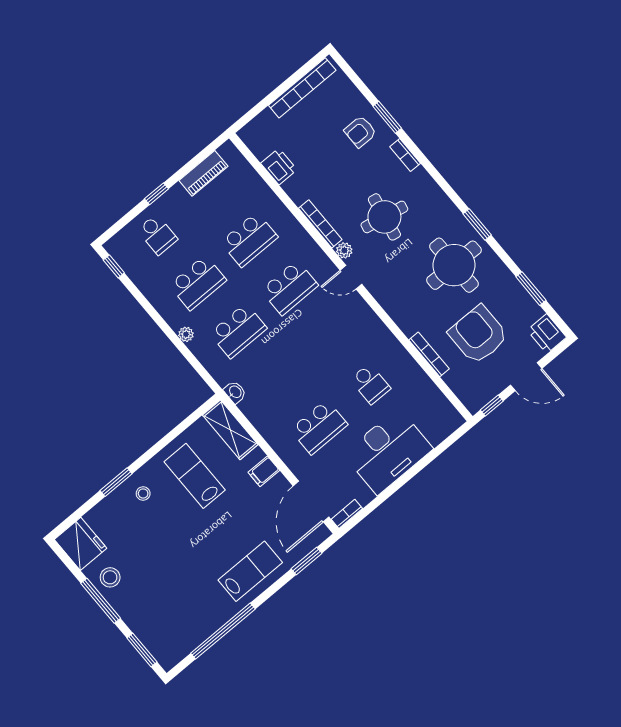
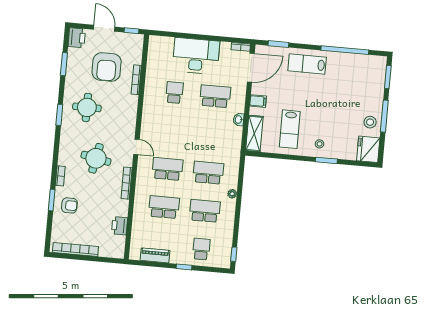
plant: (344, 250) -> (128, 161), removed
round table: (454, 265) -> (87, 107), width x0.73, depth x0.73
washbasin: (235, 392) -> (239, 120), moved

